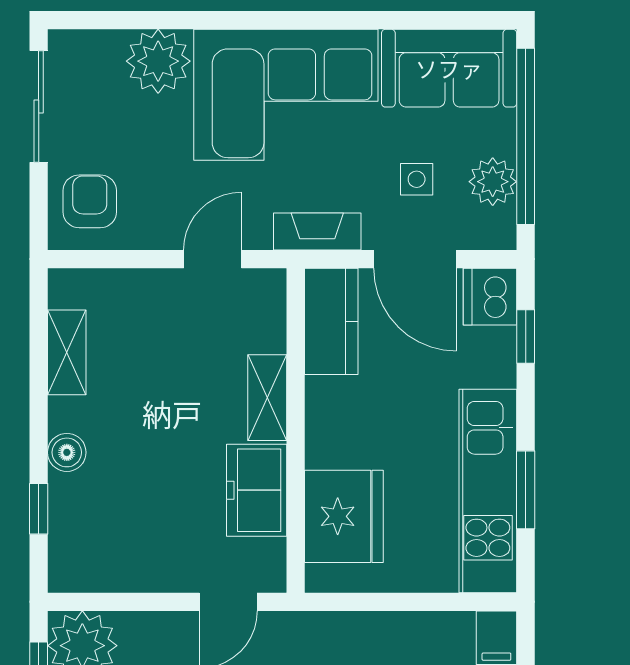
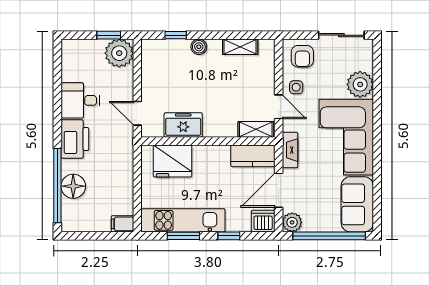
side table: (417, 179) -> (296, 87), moved
plant: (493, 182) -> (292, 222), moved
armchair: (90, 201) -> (302, 56), turned 90
window: (526, 337) -> (229, 236), moved
shelving: (267, 398) -> (256, 129), moved

